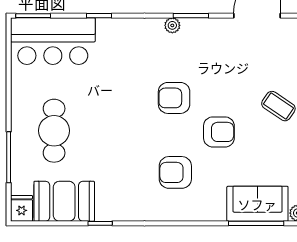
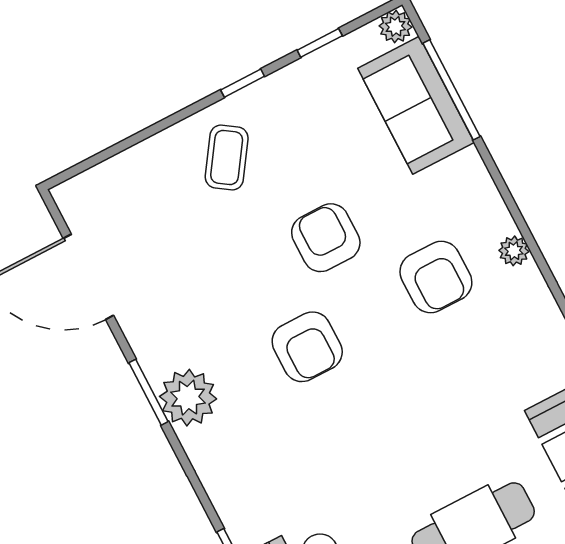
plant: (172, 25) -> (188, 398), width x1.87, depth x1.87
plant: (169, 214) -> (514, 251), added

